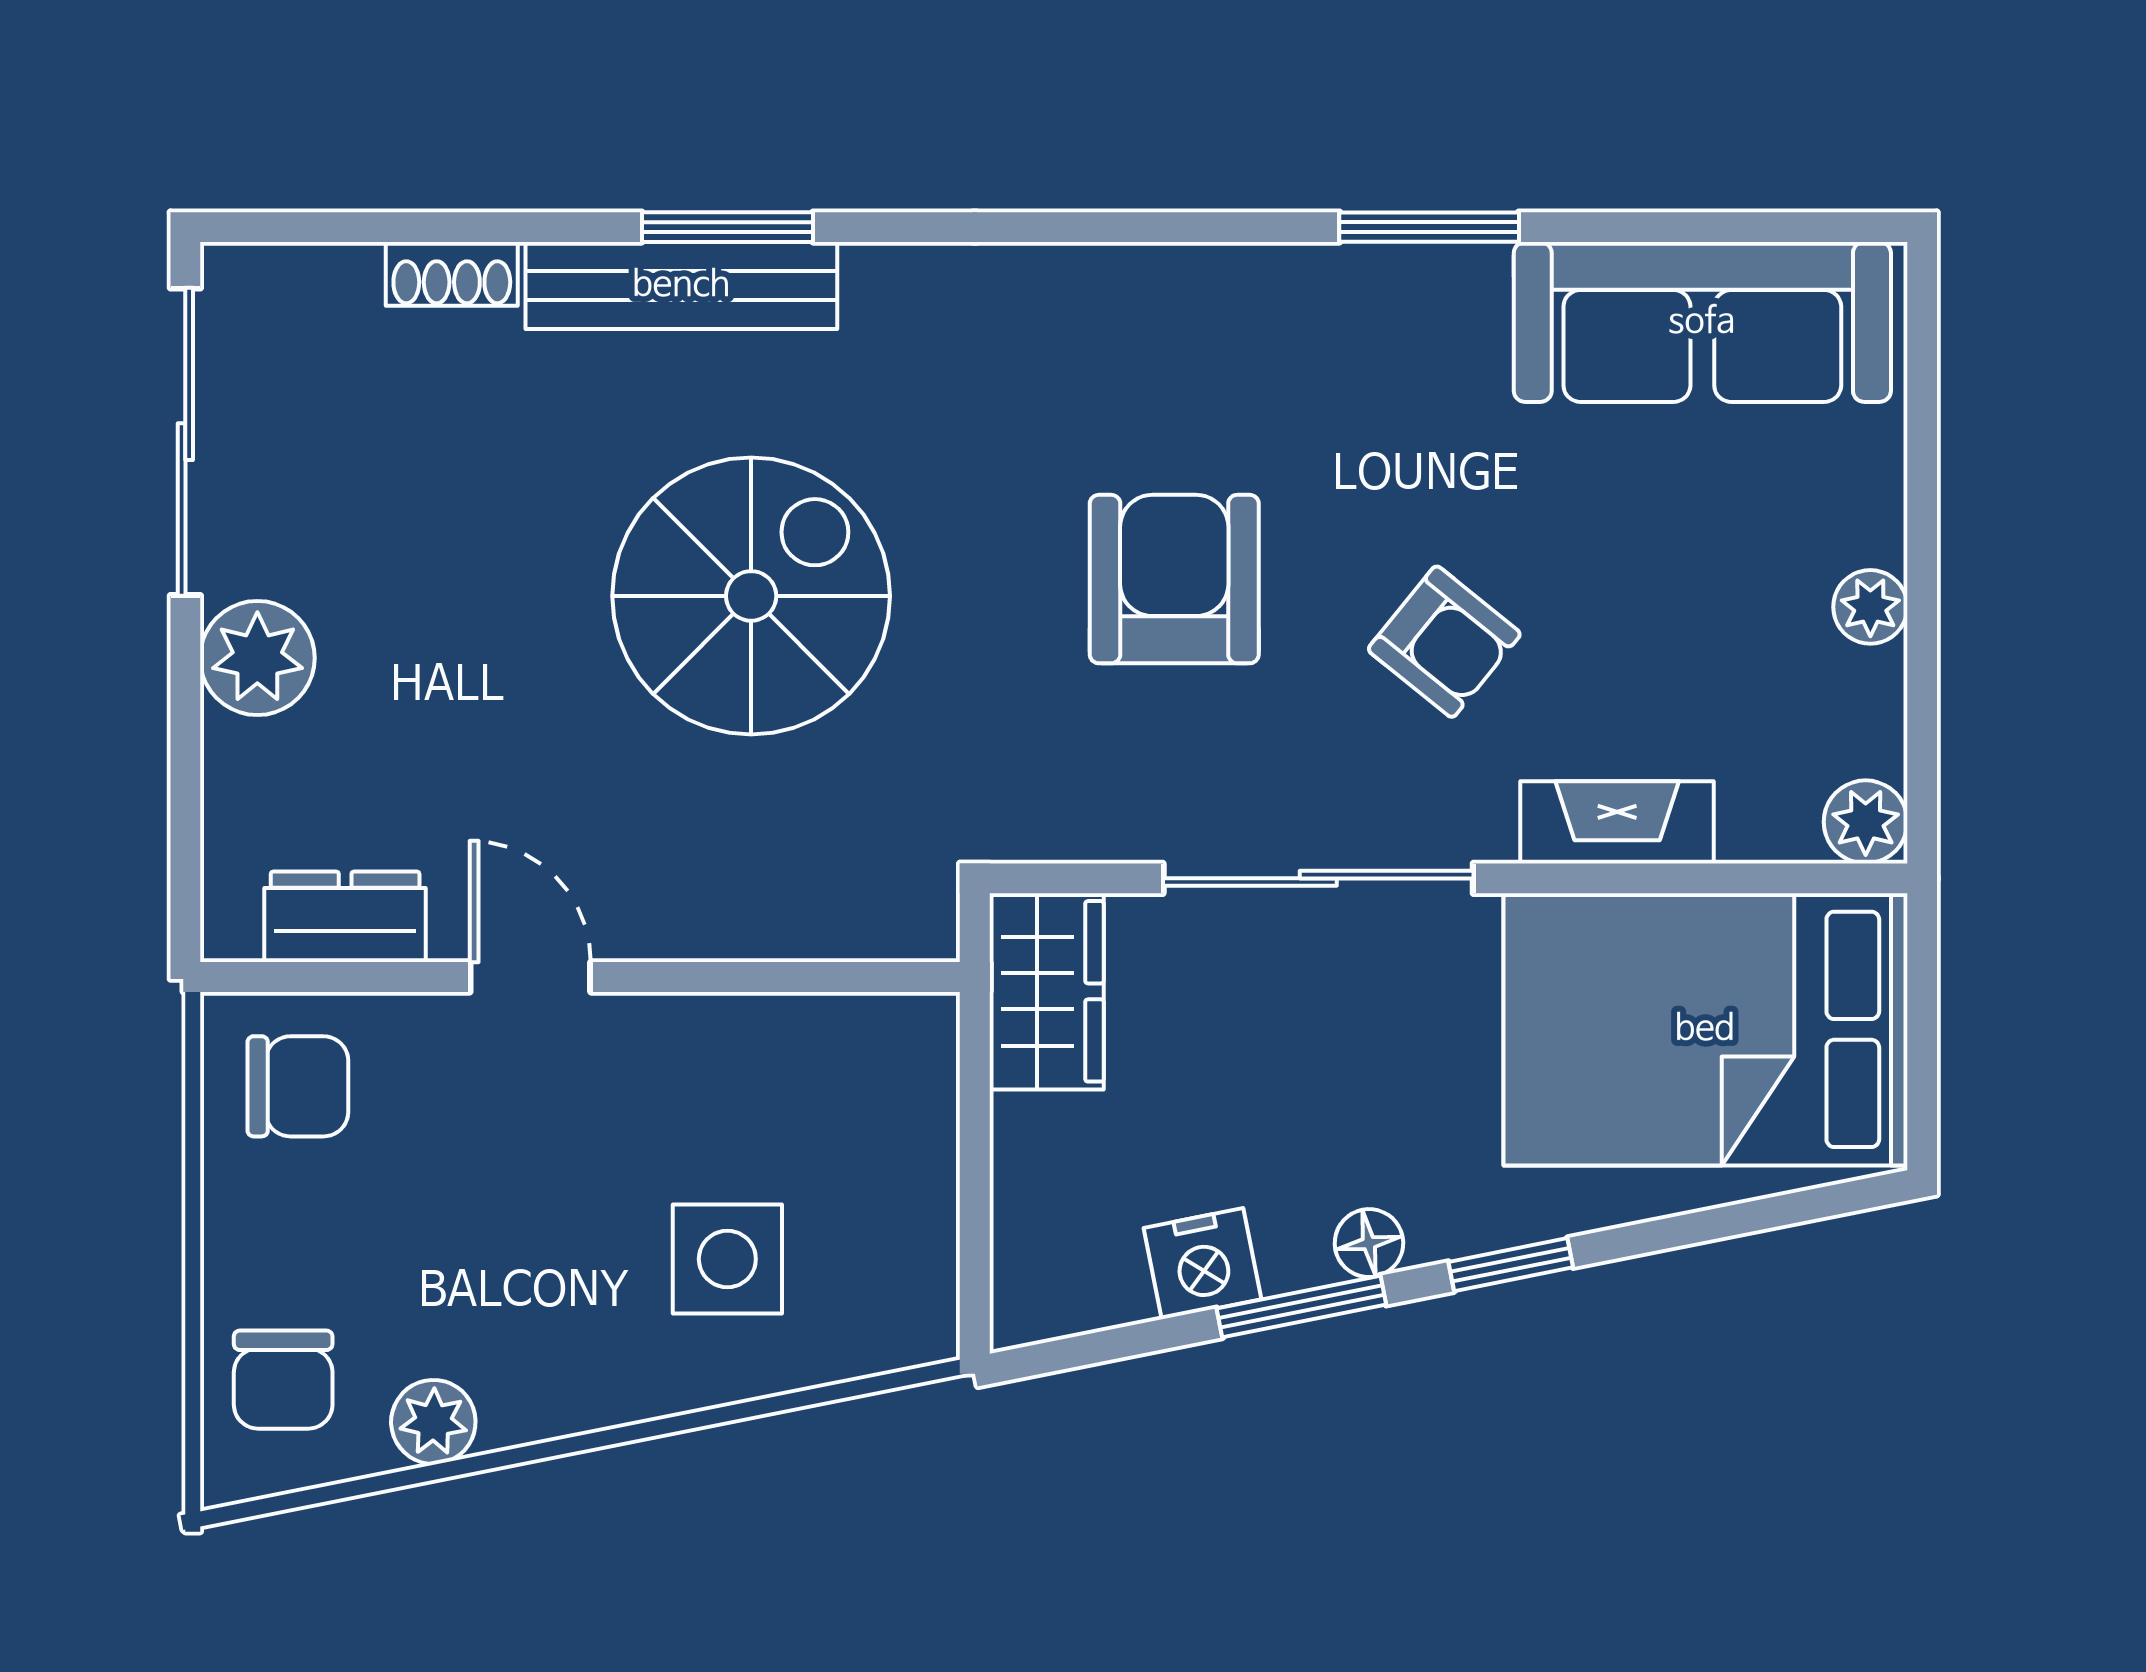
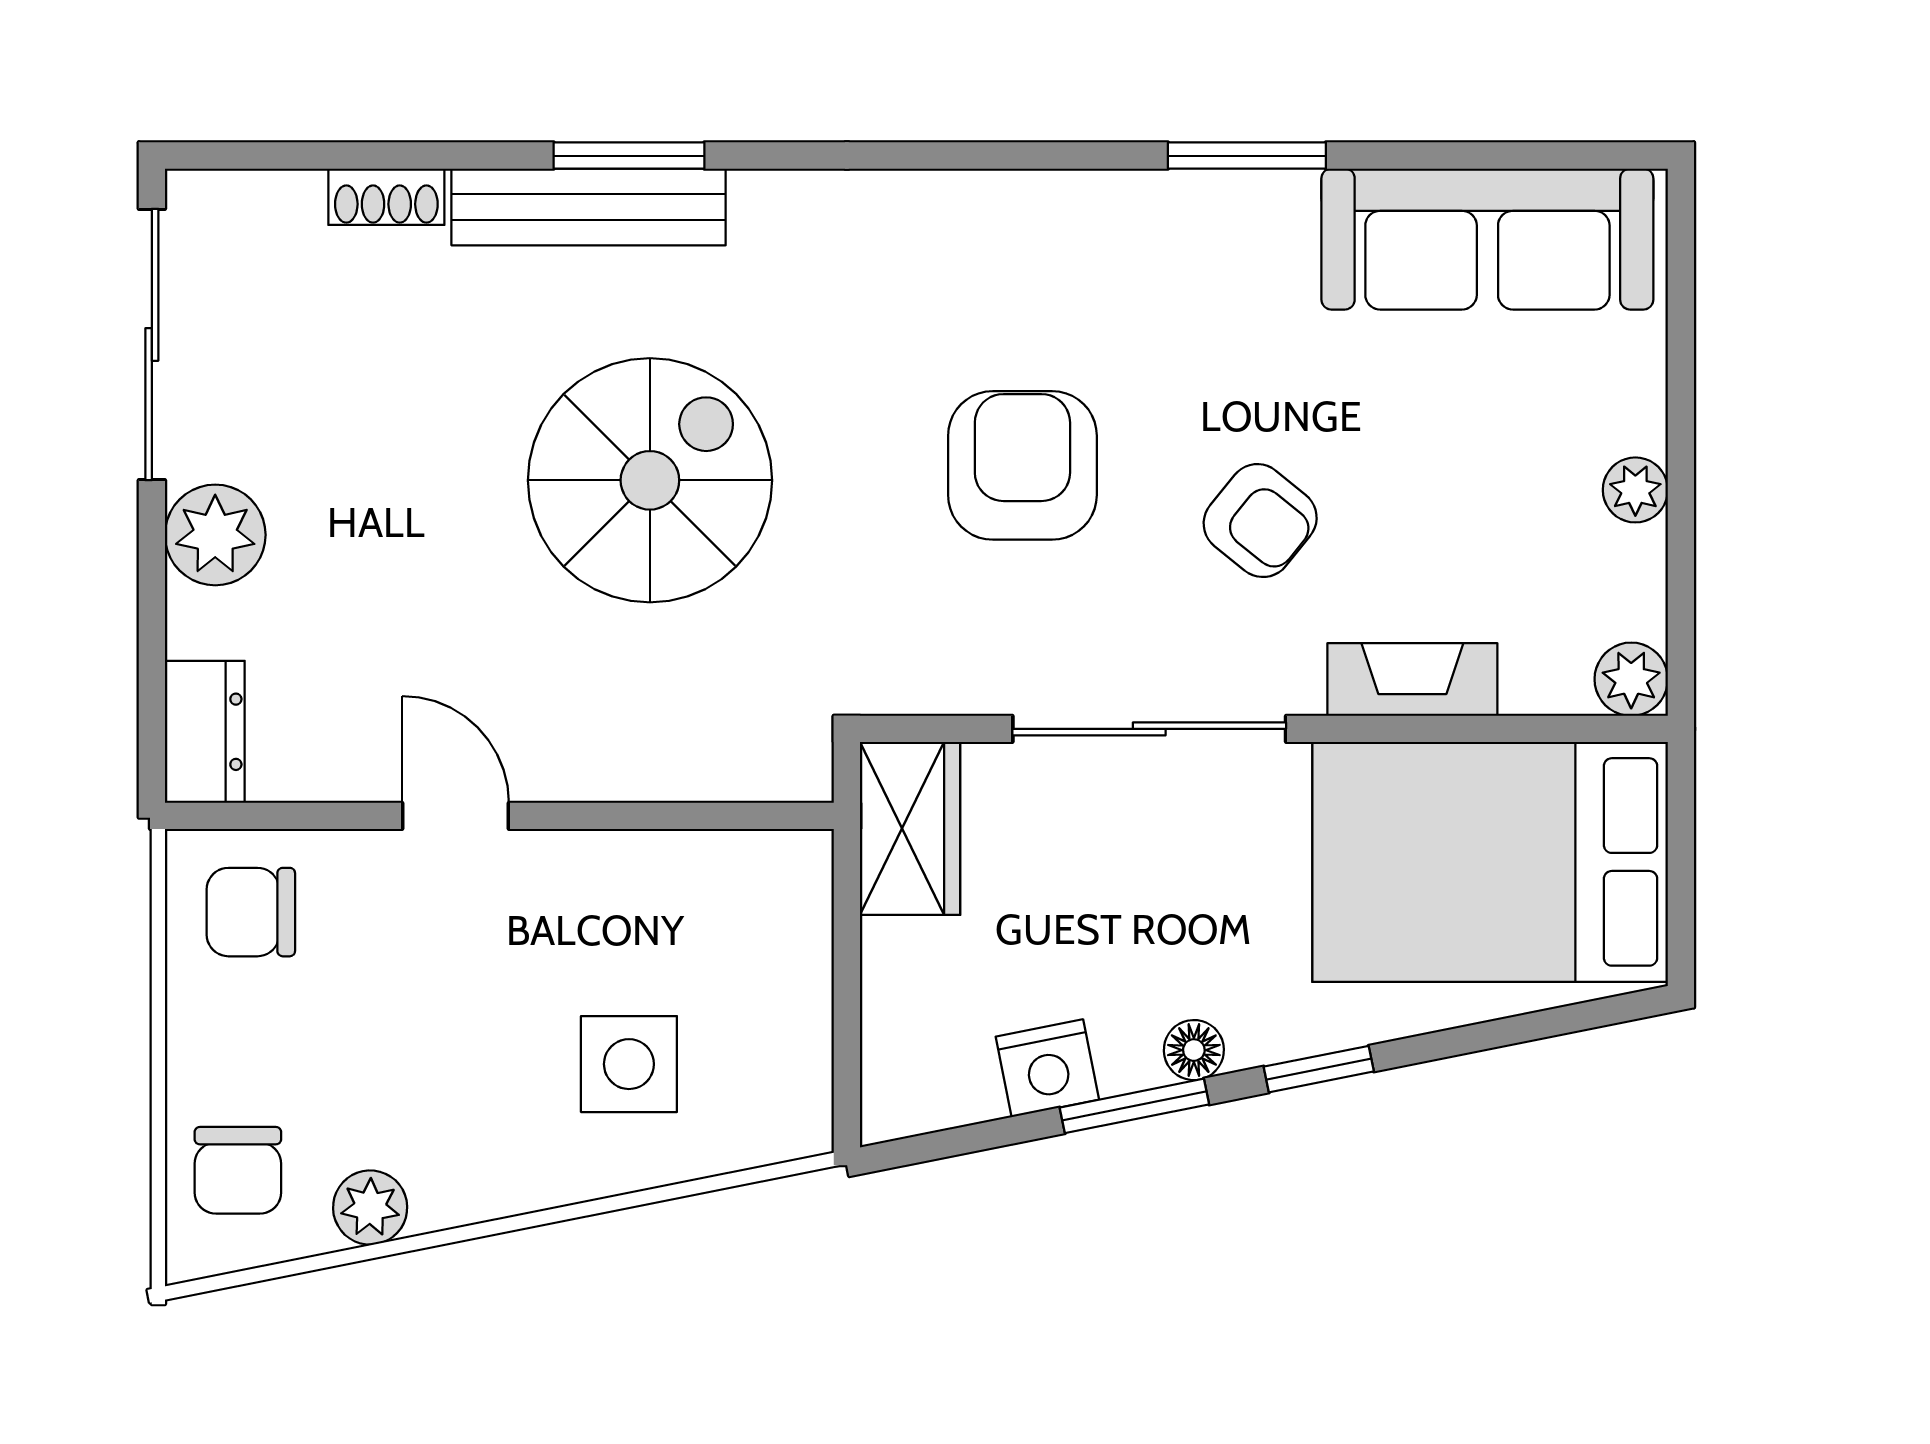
dresser: (345, 917) -> (205, 732), moved, turned 90
chair: (298, 1086) -> (251, 912), turned 180

